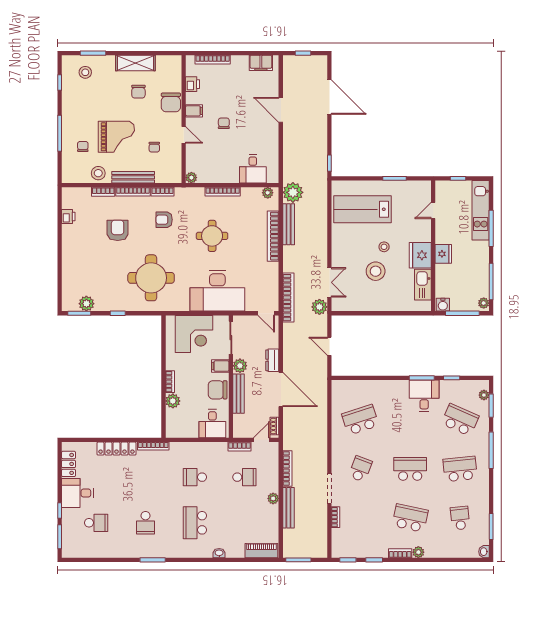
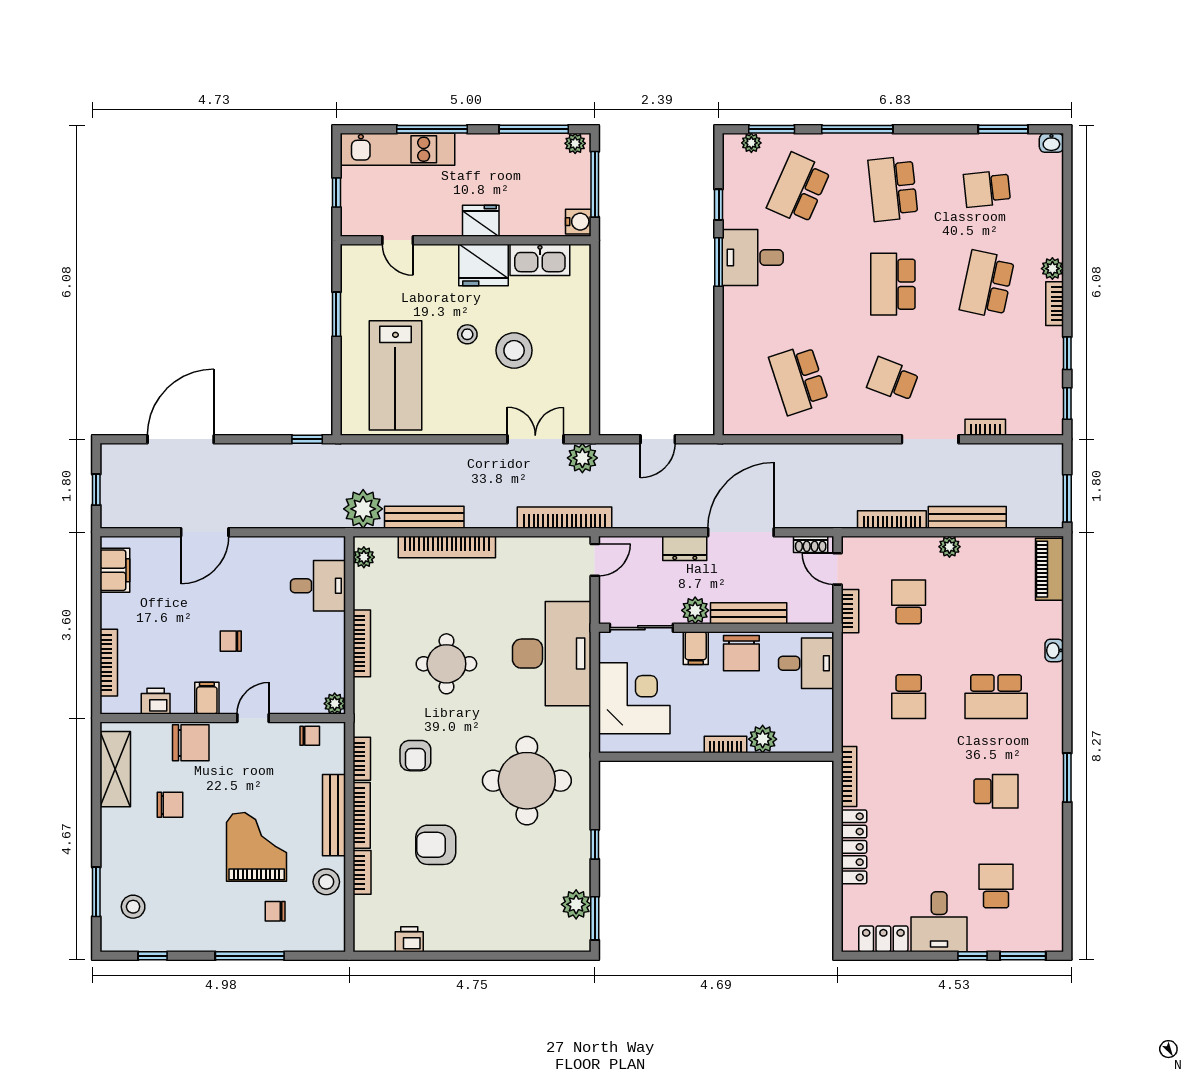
shelving: (135, 63) -> (115, 769), moved
chair: (154, 147) -> (310, 736), moved

